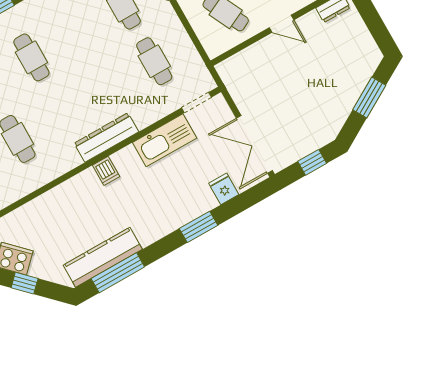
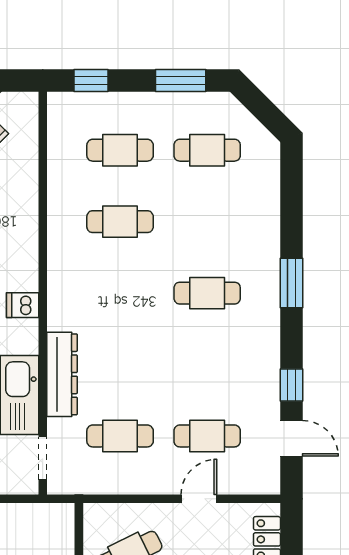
dresser: (106, 137) -> (62, 374), moved

